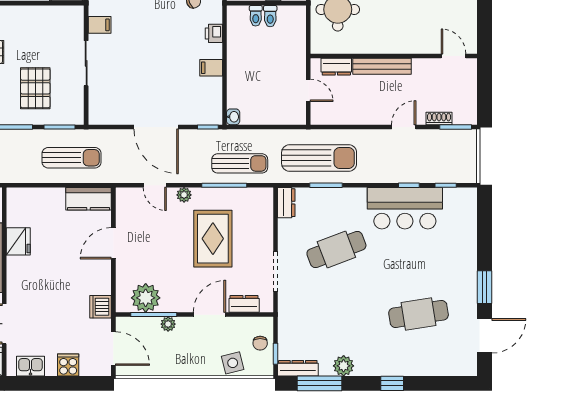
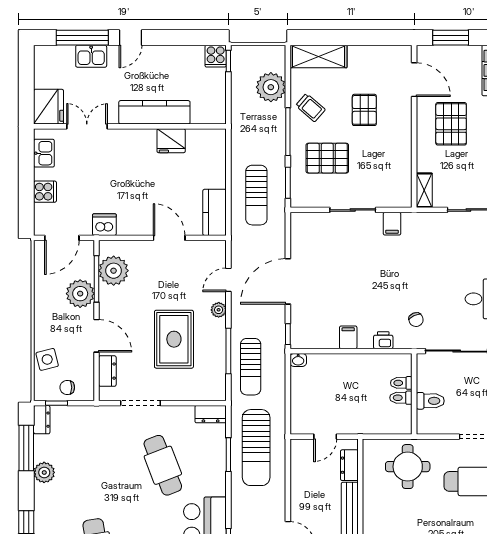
rug: (213, 239) -> (174, 339), turned 90
plant: (168, 324) -> (80, 294), width x1.87, depth x1.87
dresser: (298, 368) -> (42, 420), width x0.70

